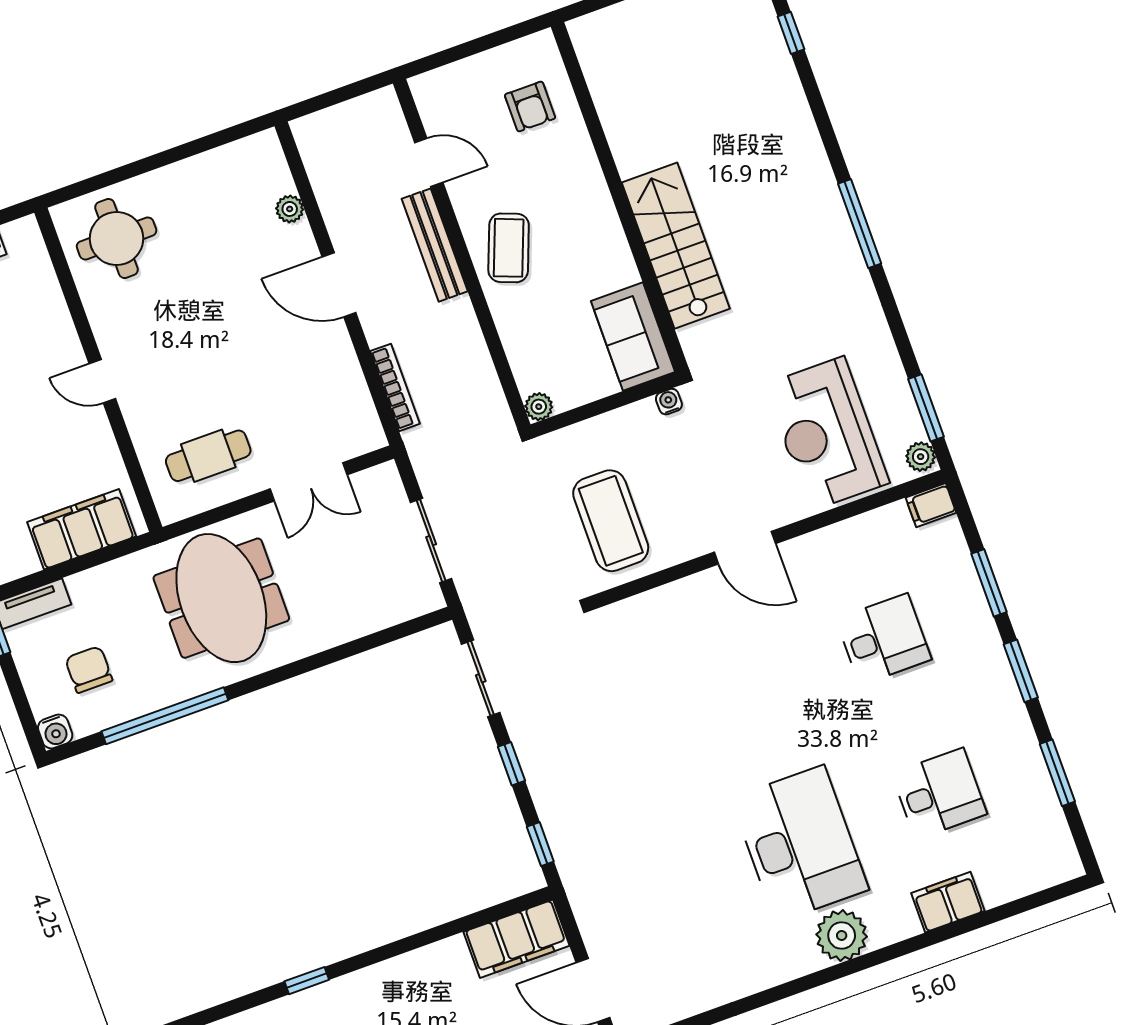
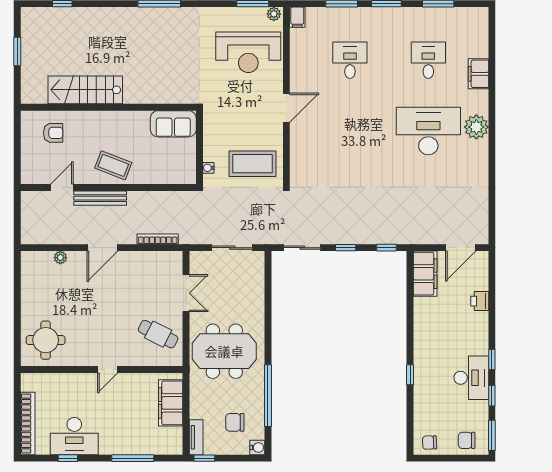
stairs: (676, 246) -> (85, 90), moved
water cooler: (669, 402) -> (208, 168), moved
plant: (539, 407) -> (190, 178), removed
cafe table: (208, 456) -> (158, 334), turned -63

